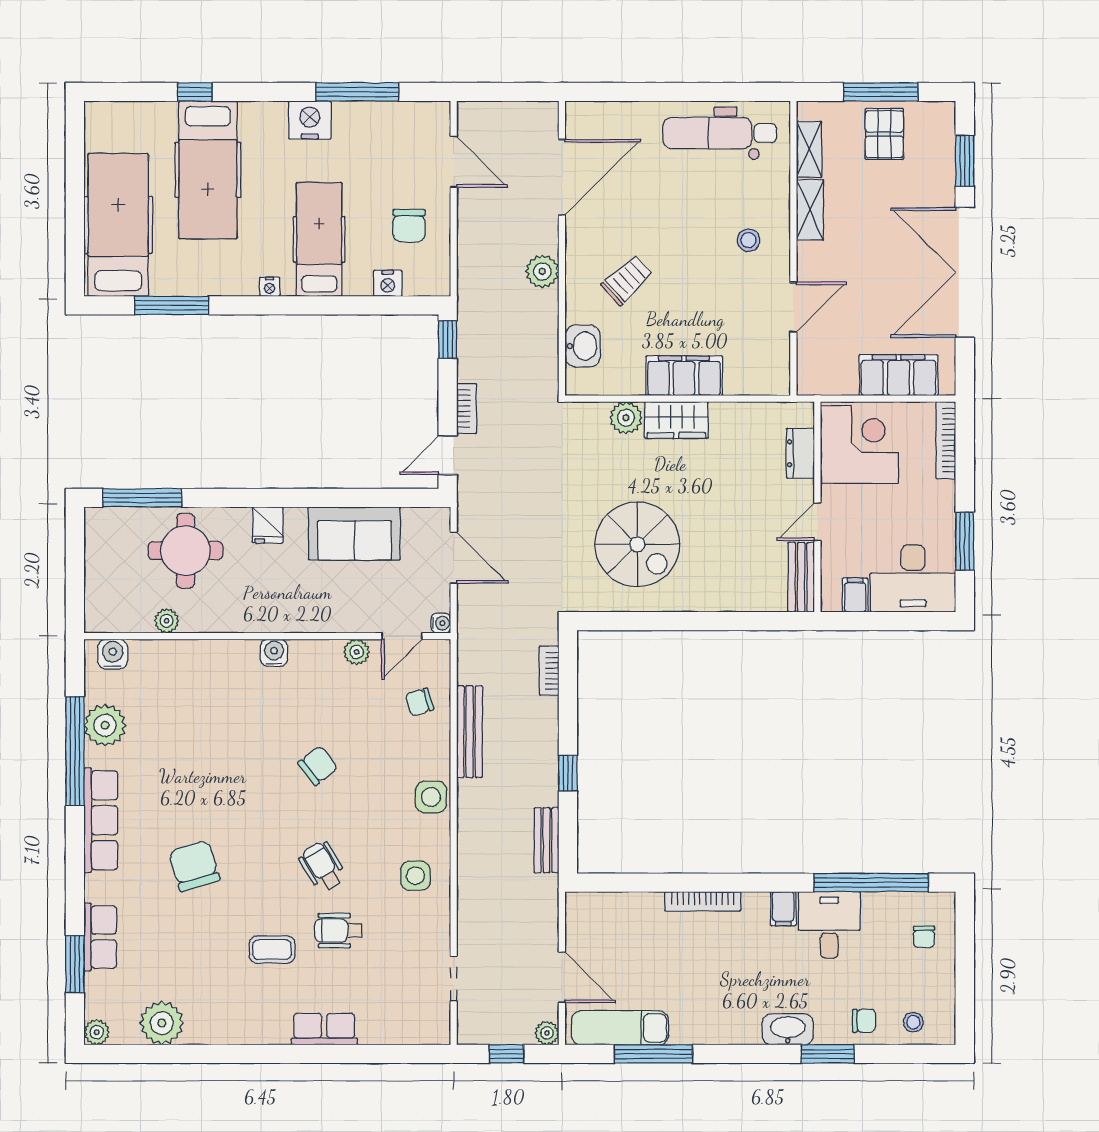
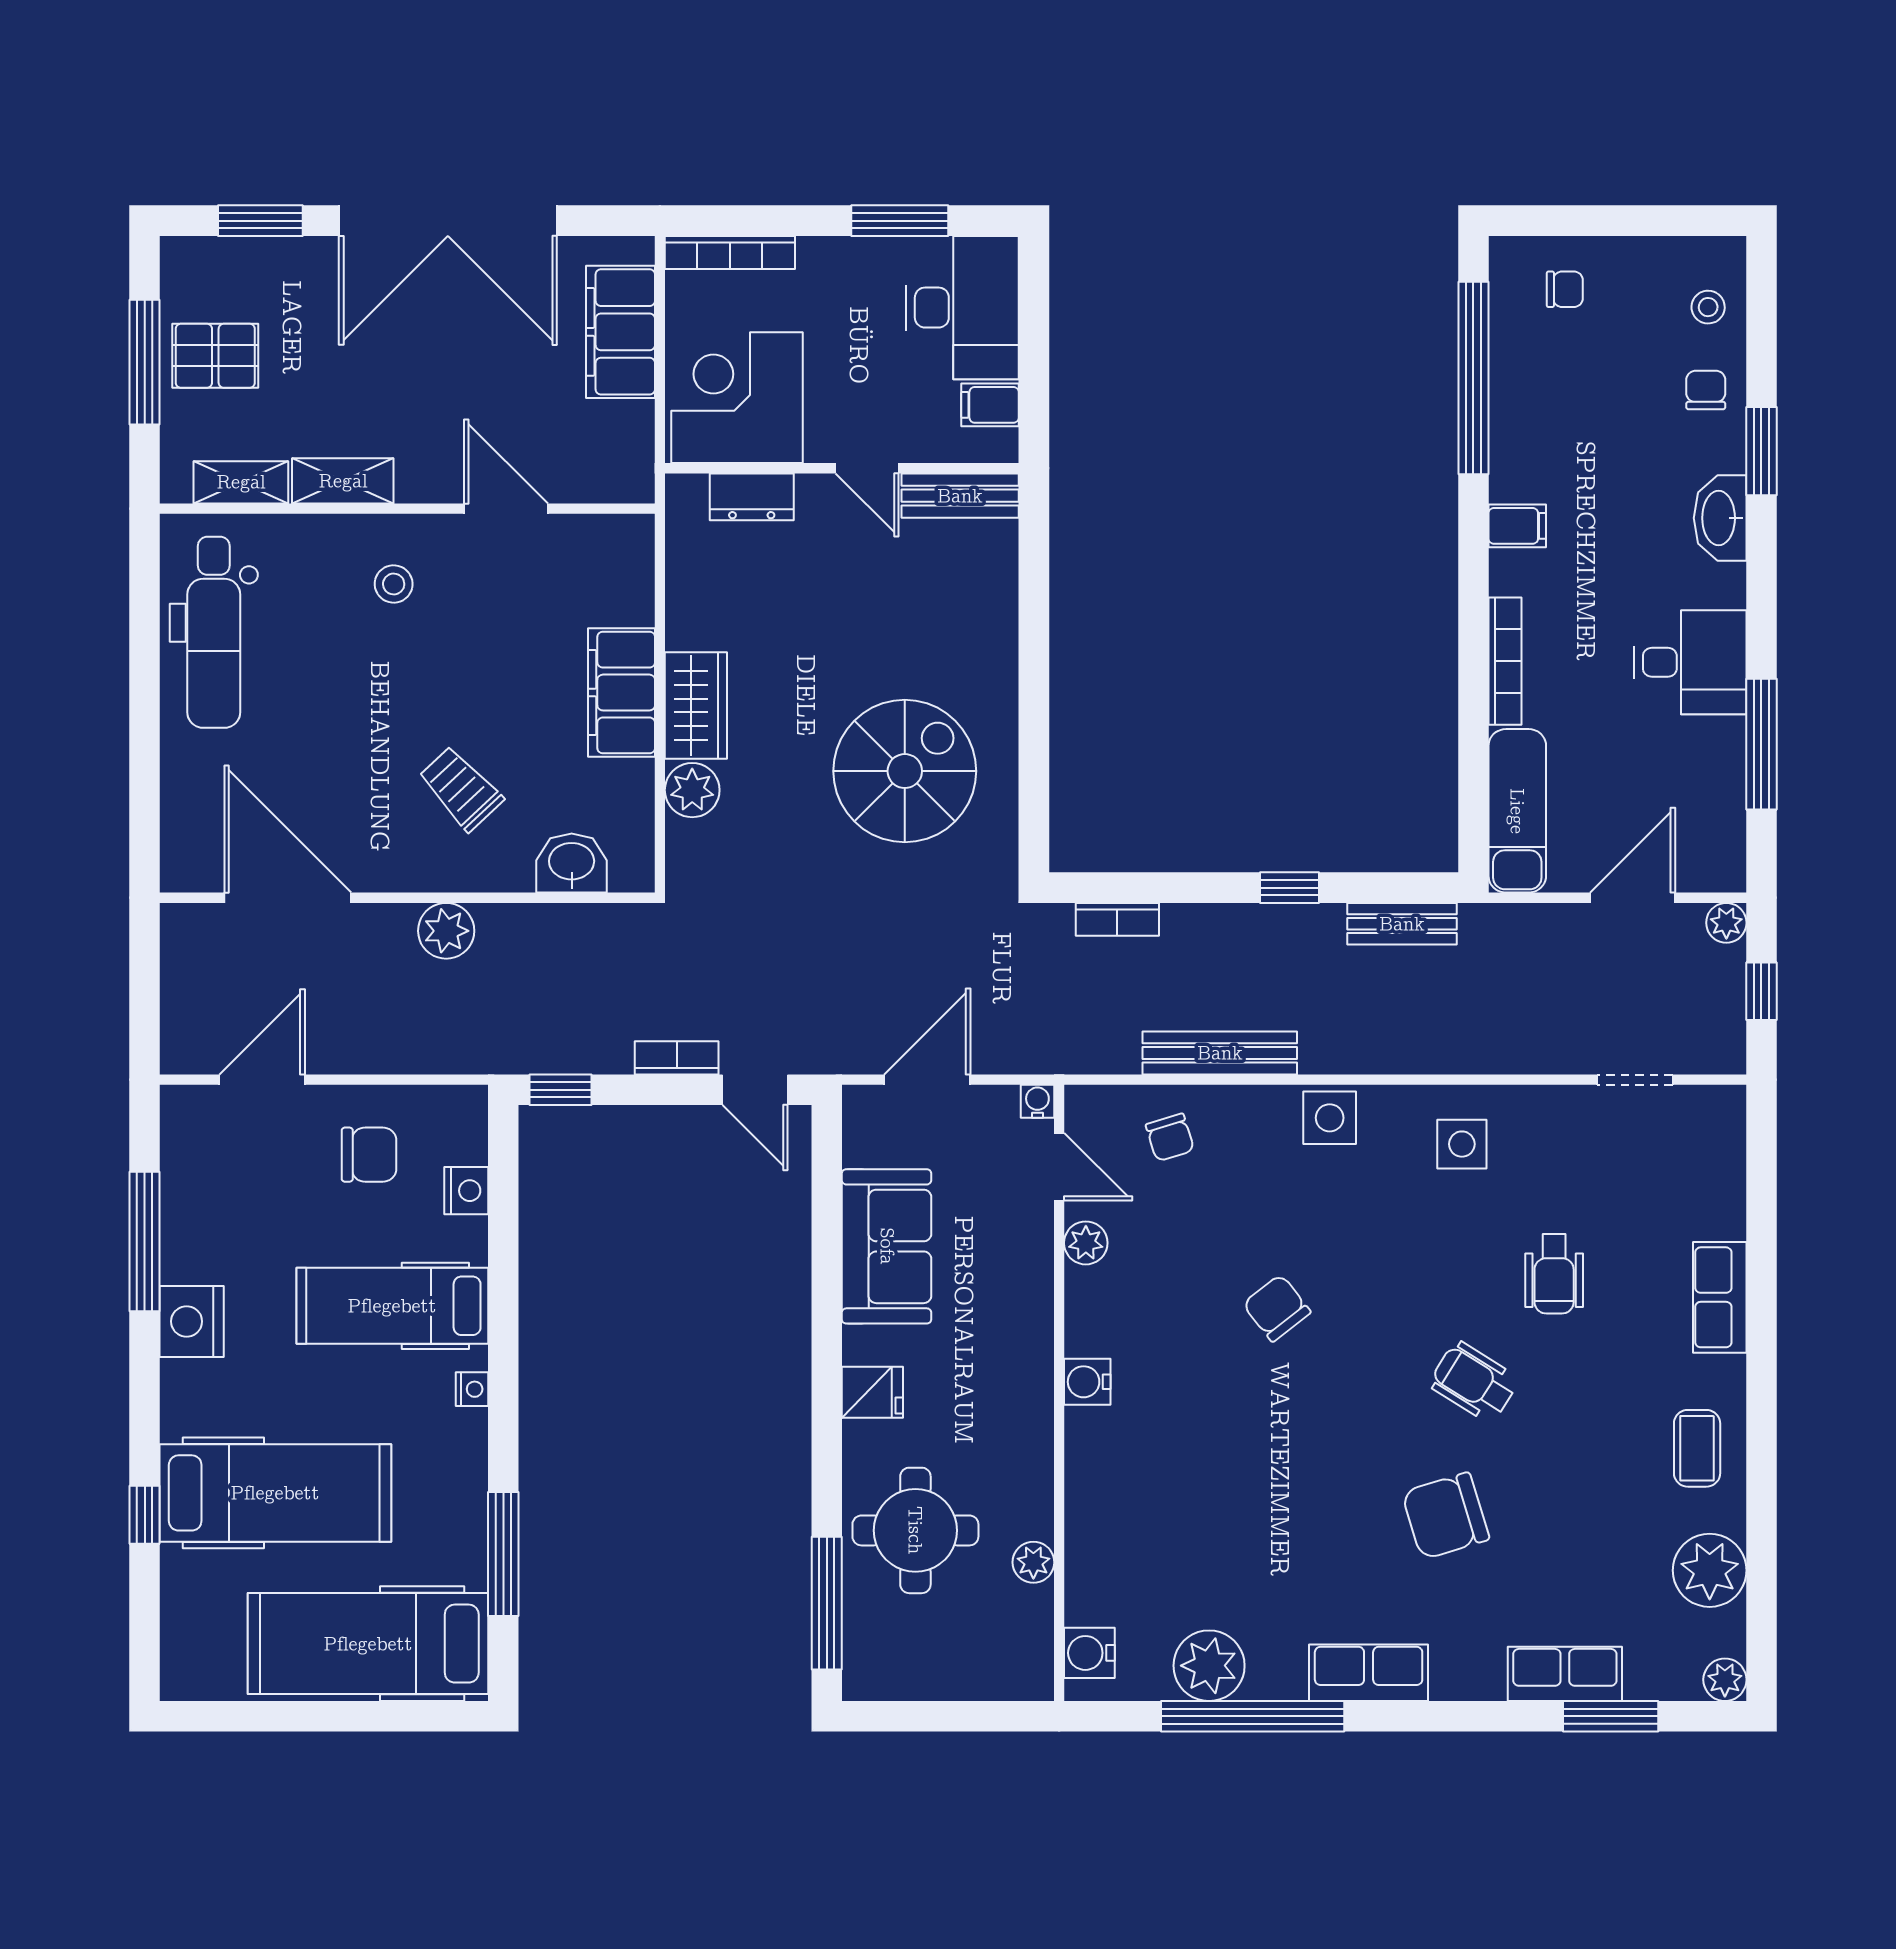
row of seats: (101, 820) -> (1369, 1673), width x0.68
wheelchair: (322, 867) -> (1474, 1382), moved, turned 63
desk: (829, 925) -> (1690, 662), moved, turned 180
coffee table: (272, 950) -> (1697, 1448), moved
exam couch: (620, 1028) -> (1517, 811), moved, turned 180

